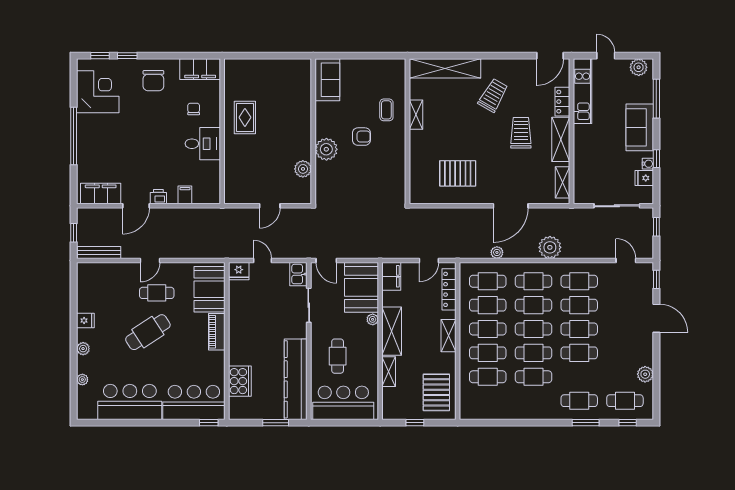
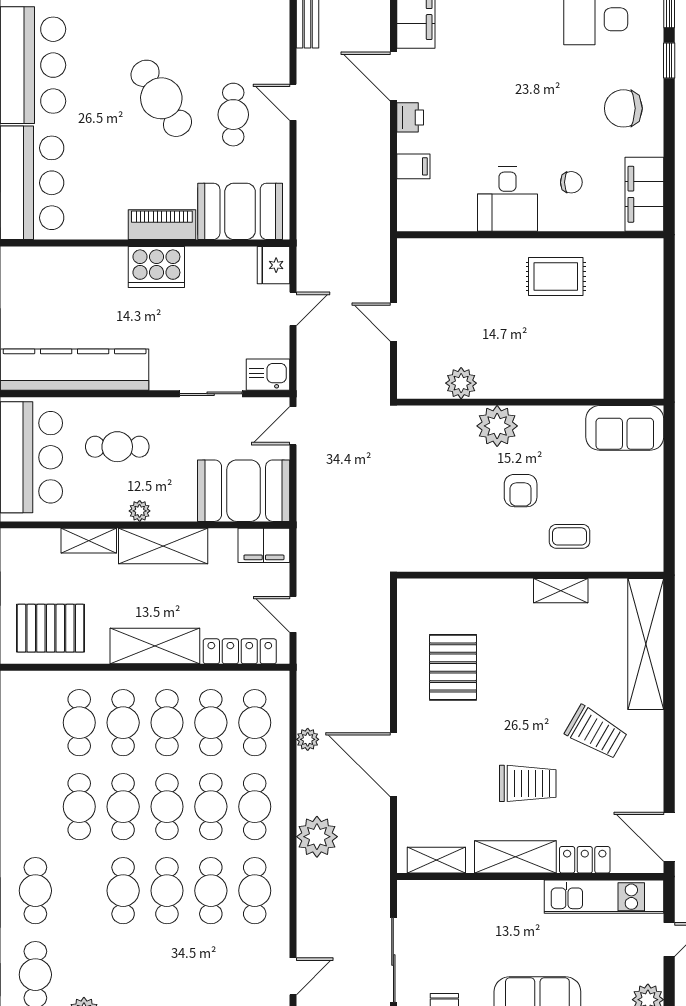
plant: (373, 319) -> (140, 511), moved
shelving: (448, 336) -> (155, 646), width x1.50, depth x1.33
cooker: (240, 381) -> (156, 267), moved

